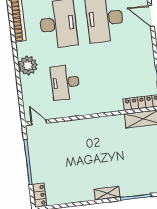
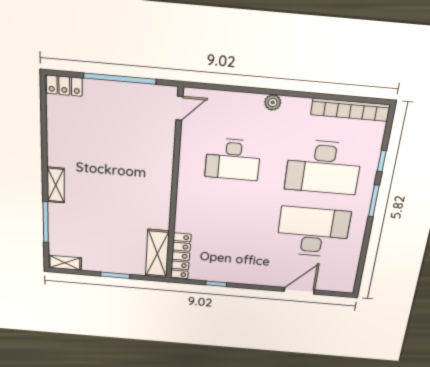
plant: (28, 66) -> (273, 102), width x0.53, depth x0.53
desk: (65, 82) -> (233, 159), turned 180

